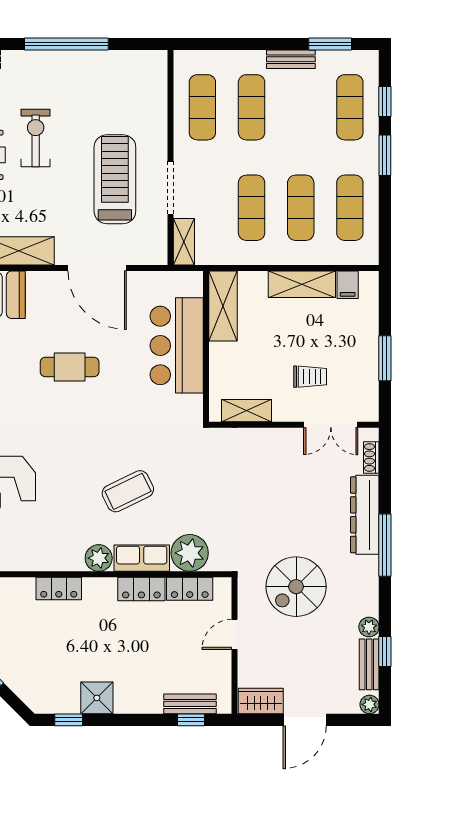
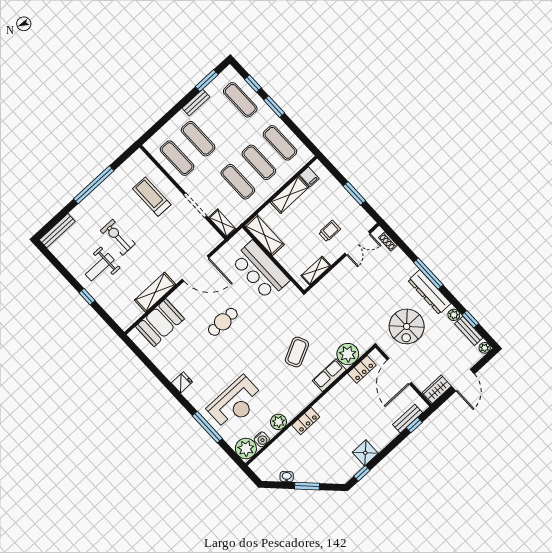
treadmill: (115, 179) -> (152, 197), moved, width x0.73, depth x0.73
dresser: (365, 515) -> (429, 292), moved
plant: (99, 558) -> (279, 422), moved
locker: (141, 589) -> (341, 389), removed
door: (235, 634) -> (399, 371), width x1.87

